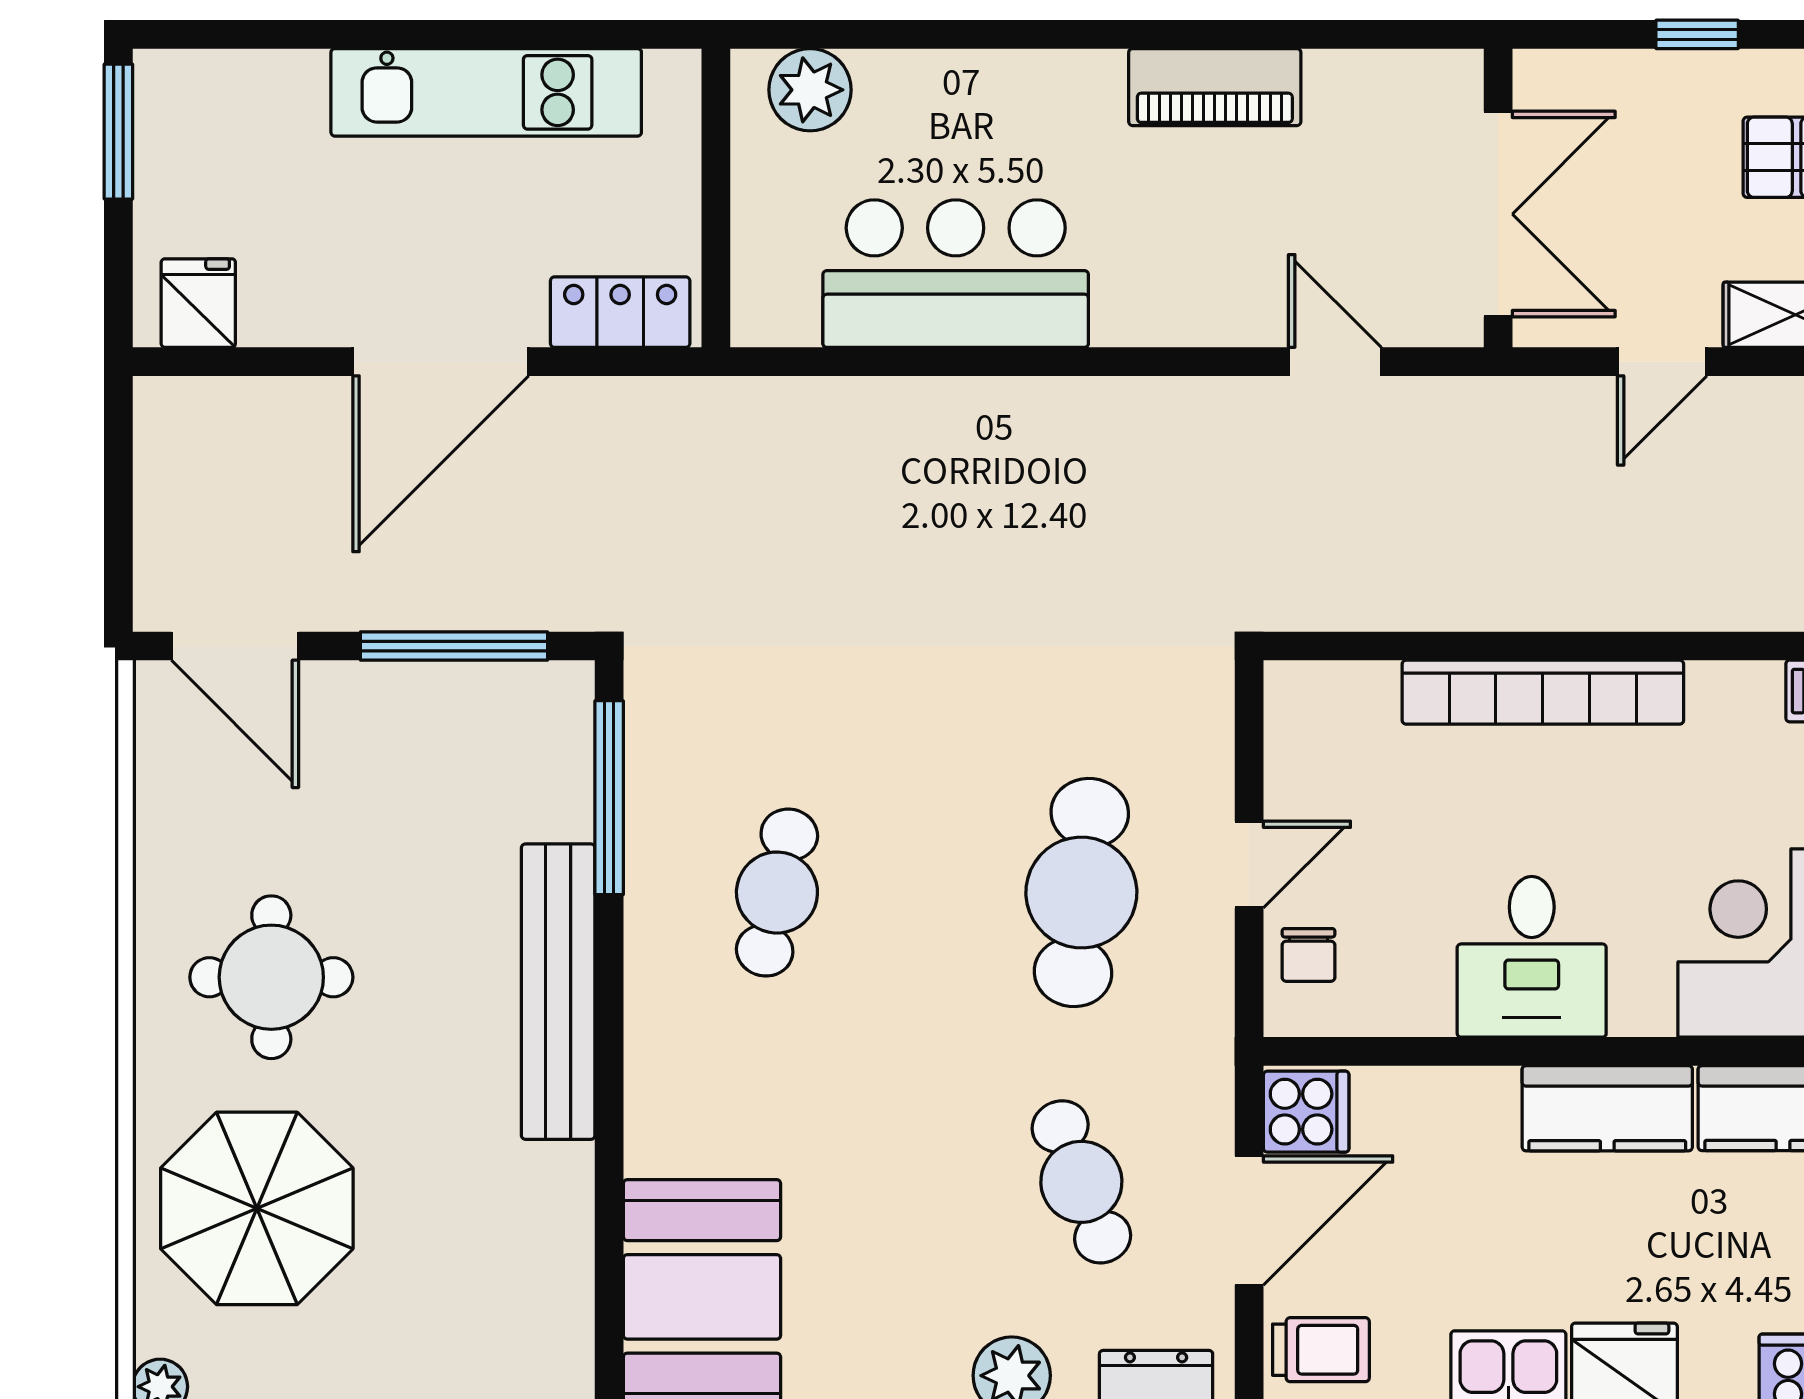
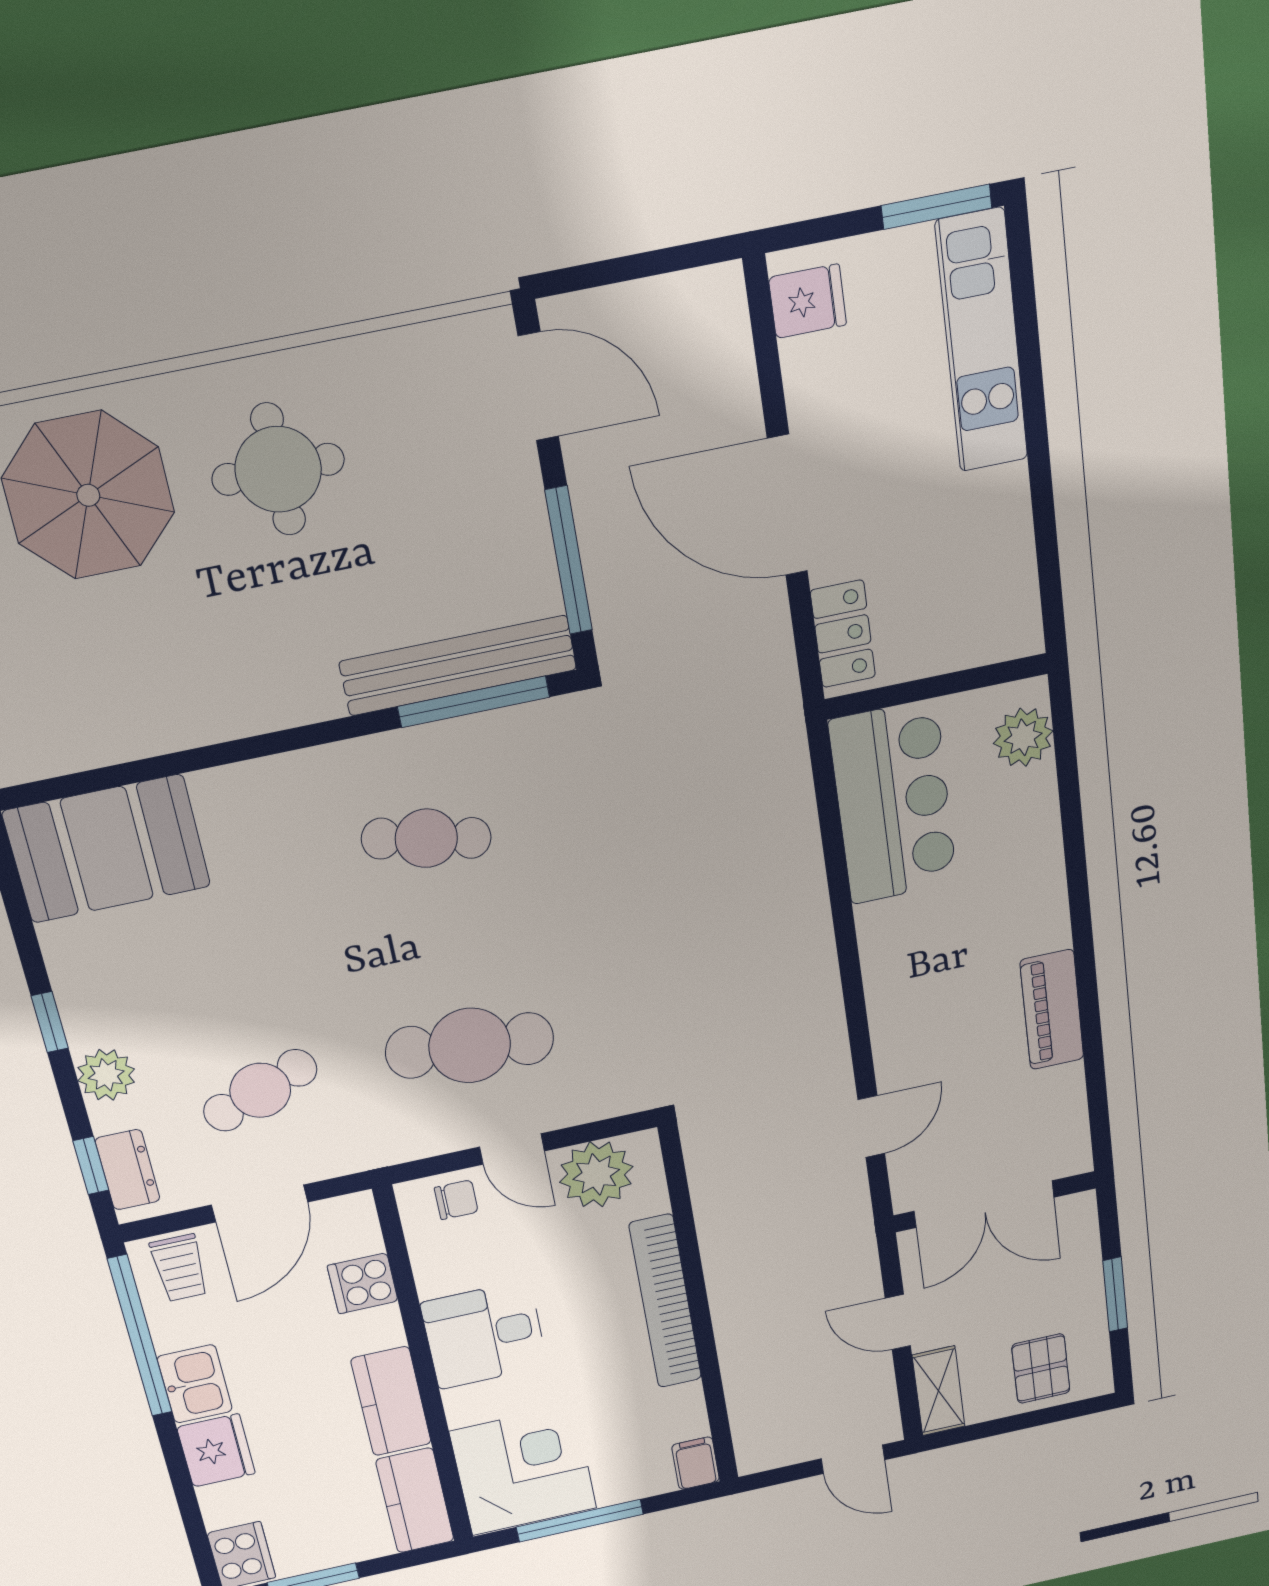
window: (1697, 34) -> (1115, 1294), width x1.50
kitchen unit: (486, 92) -> (982, 341), moved
bar counter: (956, 274) -> (893, 802), moved
door: (235, 646) -> (538, 386), swing flipped
plant: (1316, 756) -> (596, 1174), added
chair: (1309, 955) -> (456, 1200), turned 180
bench: (558, 992) -> (458, 666), moved
cooker: (1306, 1112) -> (363, 1283), moved, turned 90
door: (1249, 1220) -> (260, 1204), hinge flipped

